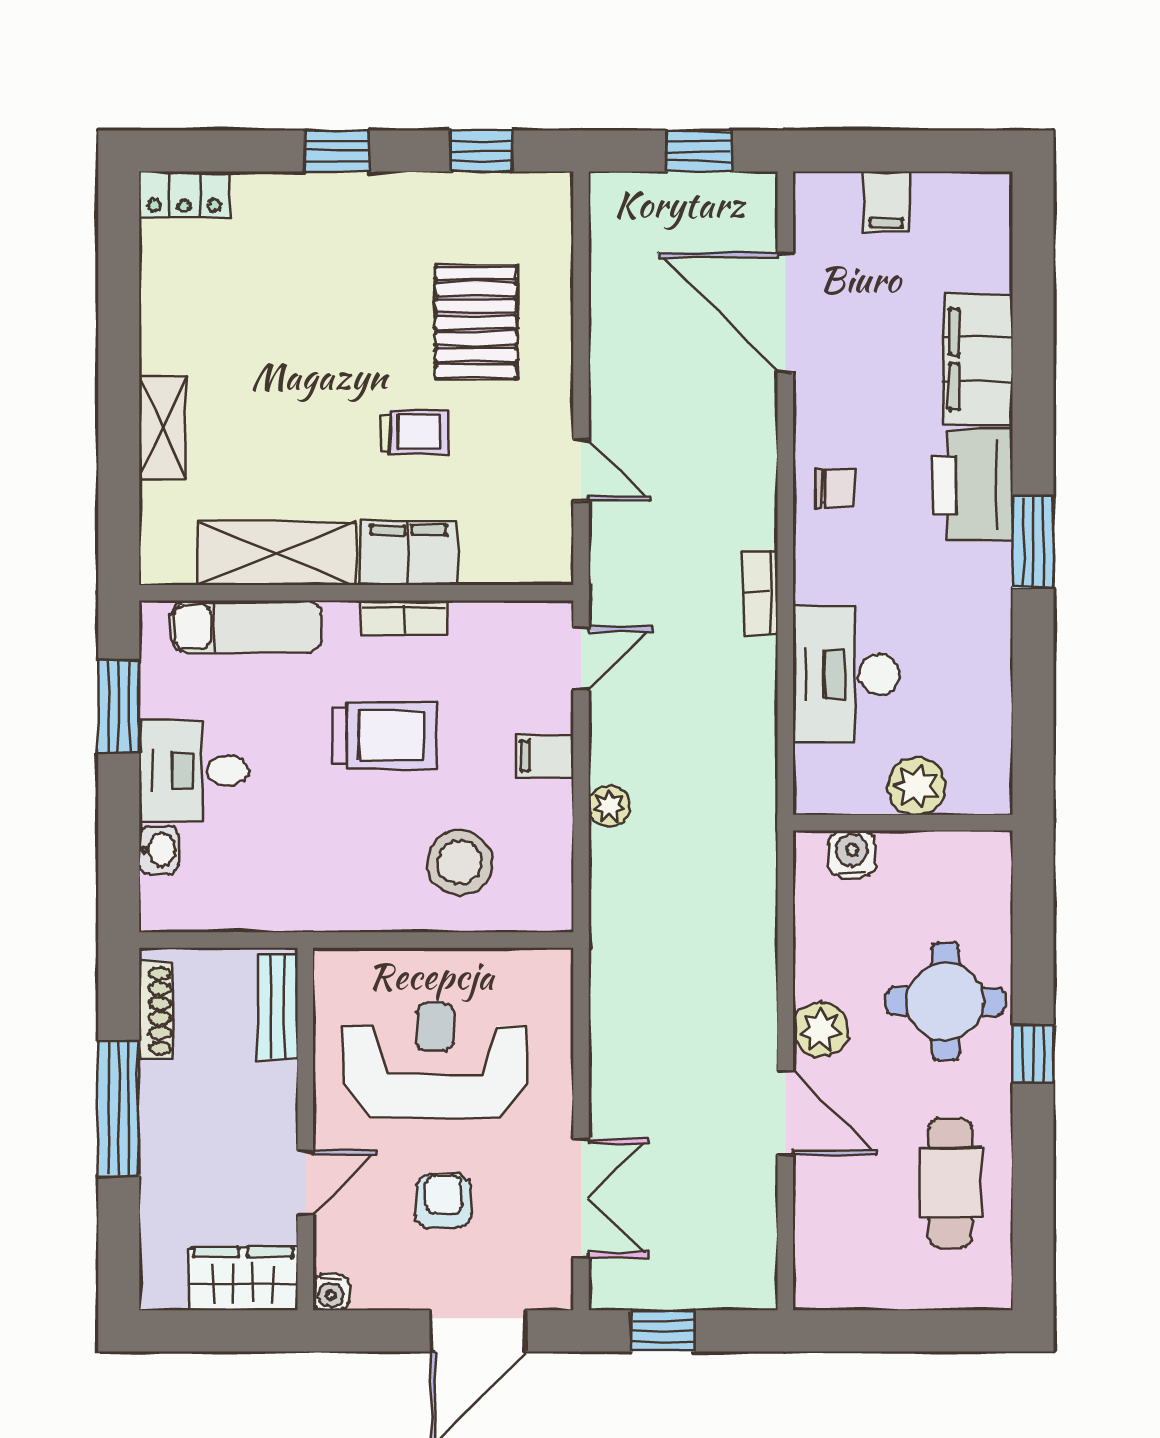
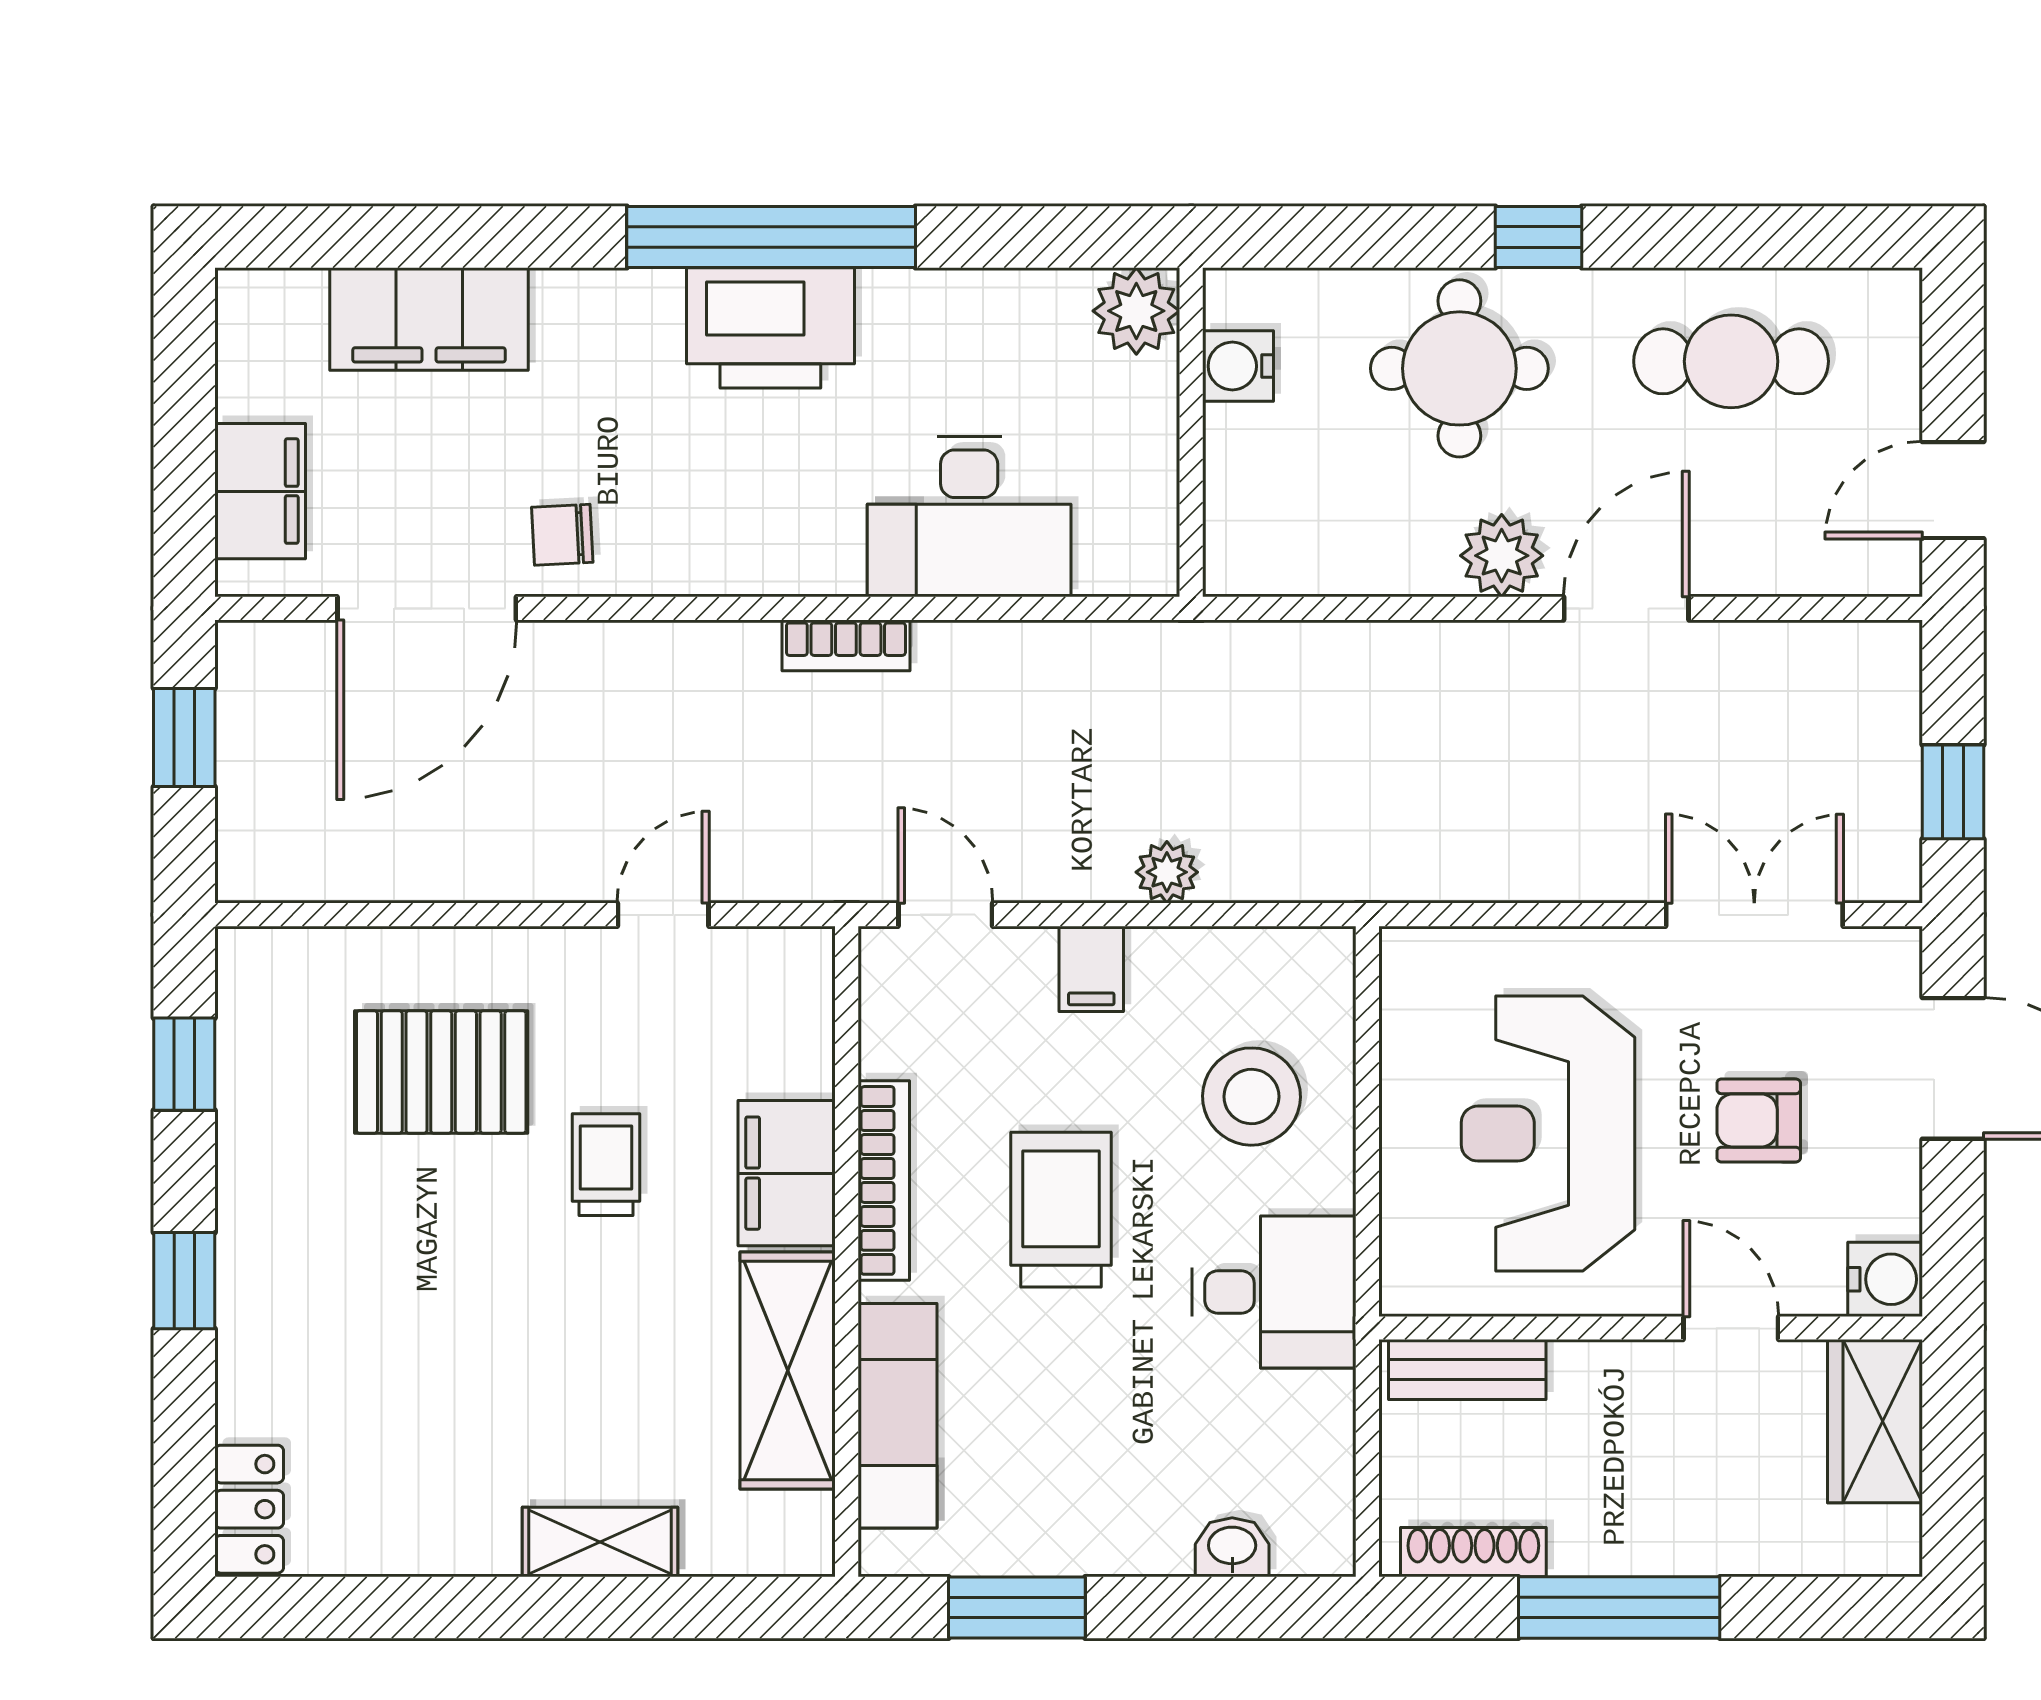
filing cabinet: (886, 201) -> (260, 491), width x2.00
filing cabinet: (978, 359) -> (429, 319), moved
printer: (972, 485) -> (770, 328), moved
chair: (835, 488) -> (562, 535), moved, turned -93
window: (1033, 542) -> (771, 237), width x2.11
bookcase: (404, 617) -> (884, 1180), width x1.56
desk: (194, 771) -> (1274, 1292), moved, turned -90
plant: (916, 786) -> (1136, 311), moved
water cooler: (852, 854) -> (1238, 366), moved
water cooler: (331, 1292) -> (1885, 1279), width x1.38, depth x1.38
door: (864, 1331) -> (1953, 490), added

